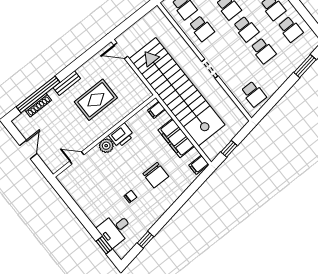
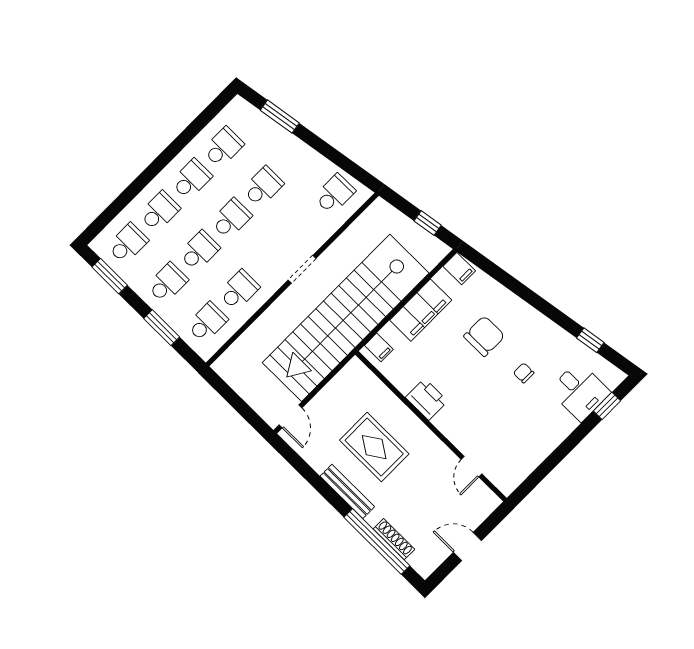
bench: (67, 83) -> (347, 491), width x1.36
plant: (106, 146) -> (446, 422), removed

